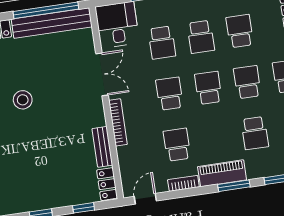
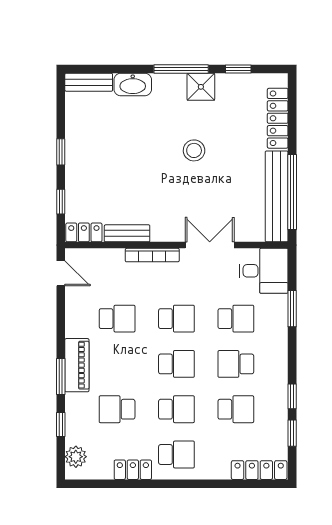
school desk: (162, 43) -> (236, 319), turned 180
double door: (102, 74) -> (210, 245), swing flipped
bookcase: (183, 183) -> (72, 319), removed

